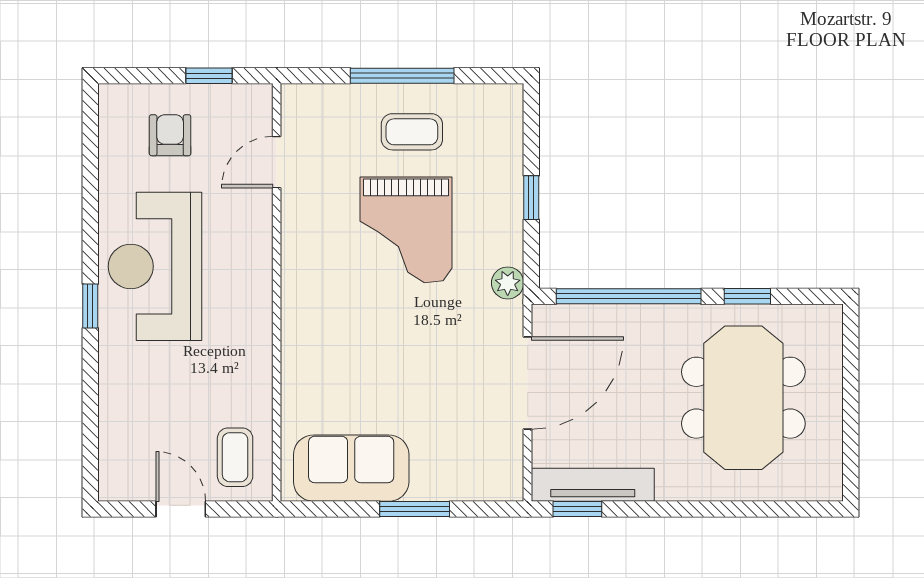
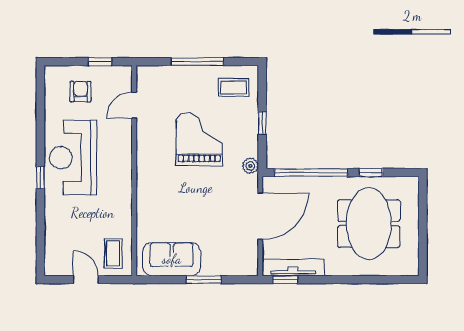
coffee table: (412, 132) -> (234, 87), moved
grand piano: (406, 230) -> (199, 139), turned 180

